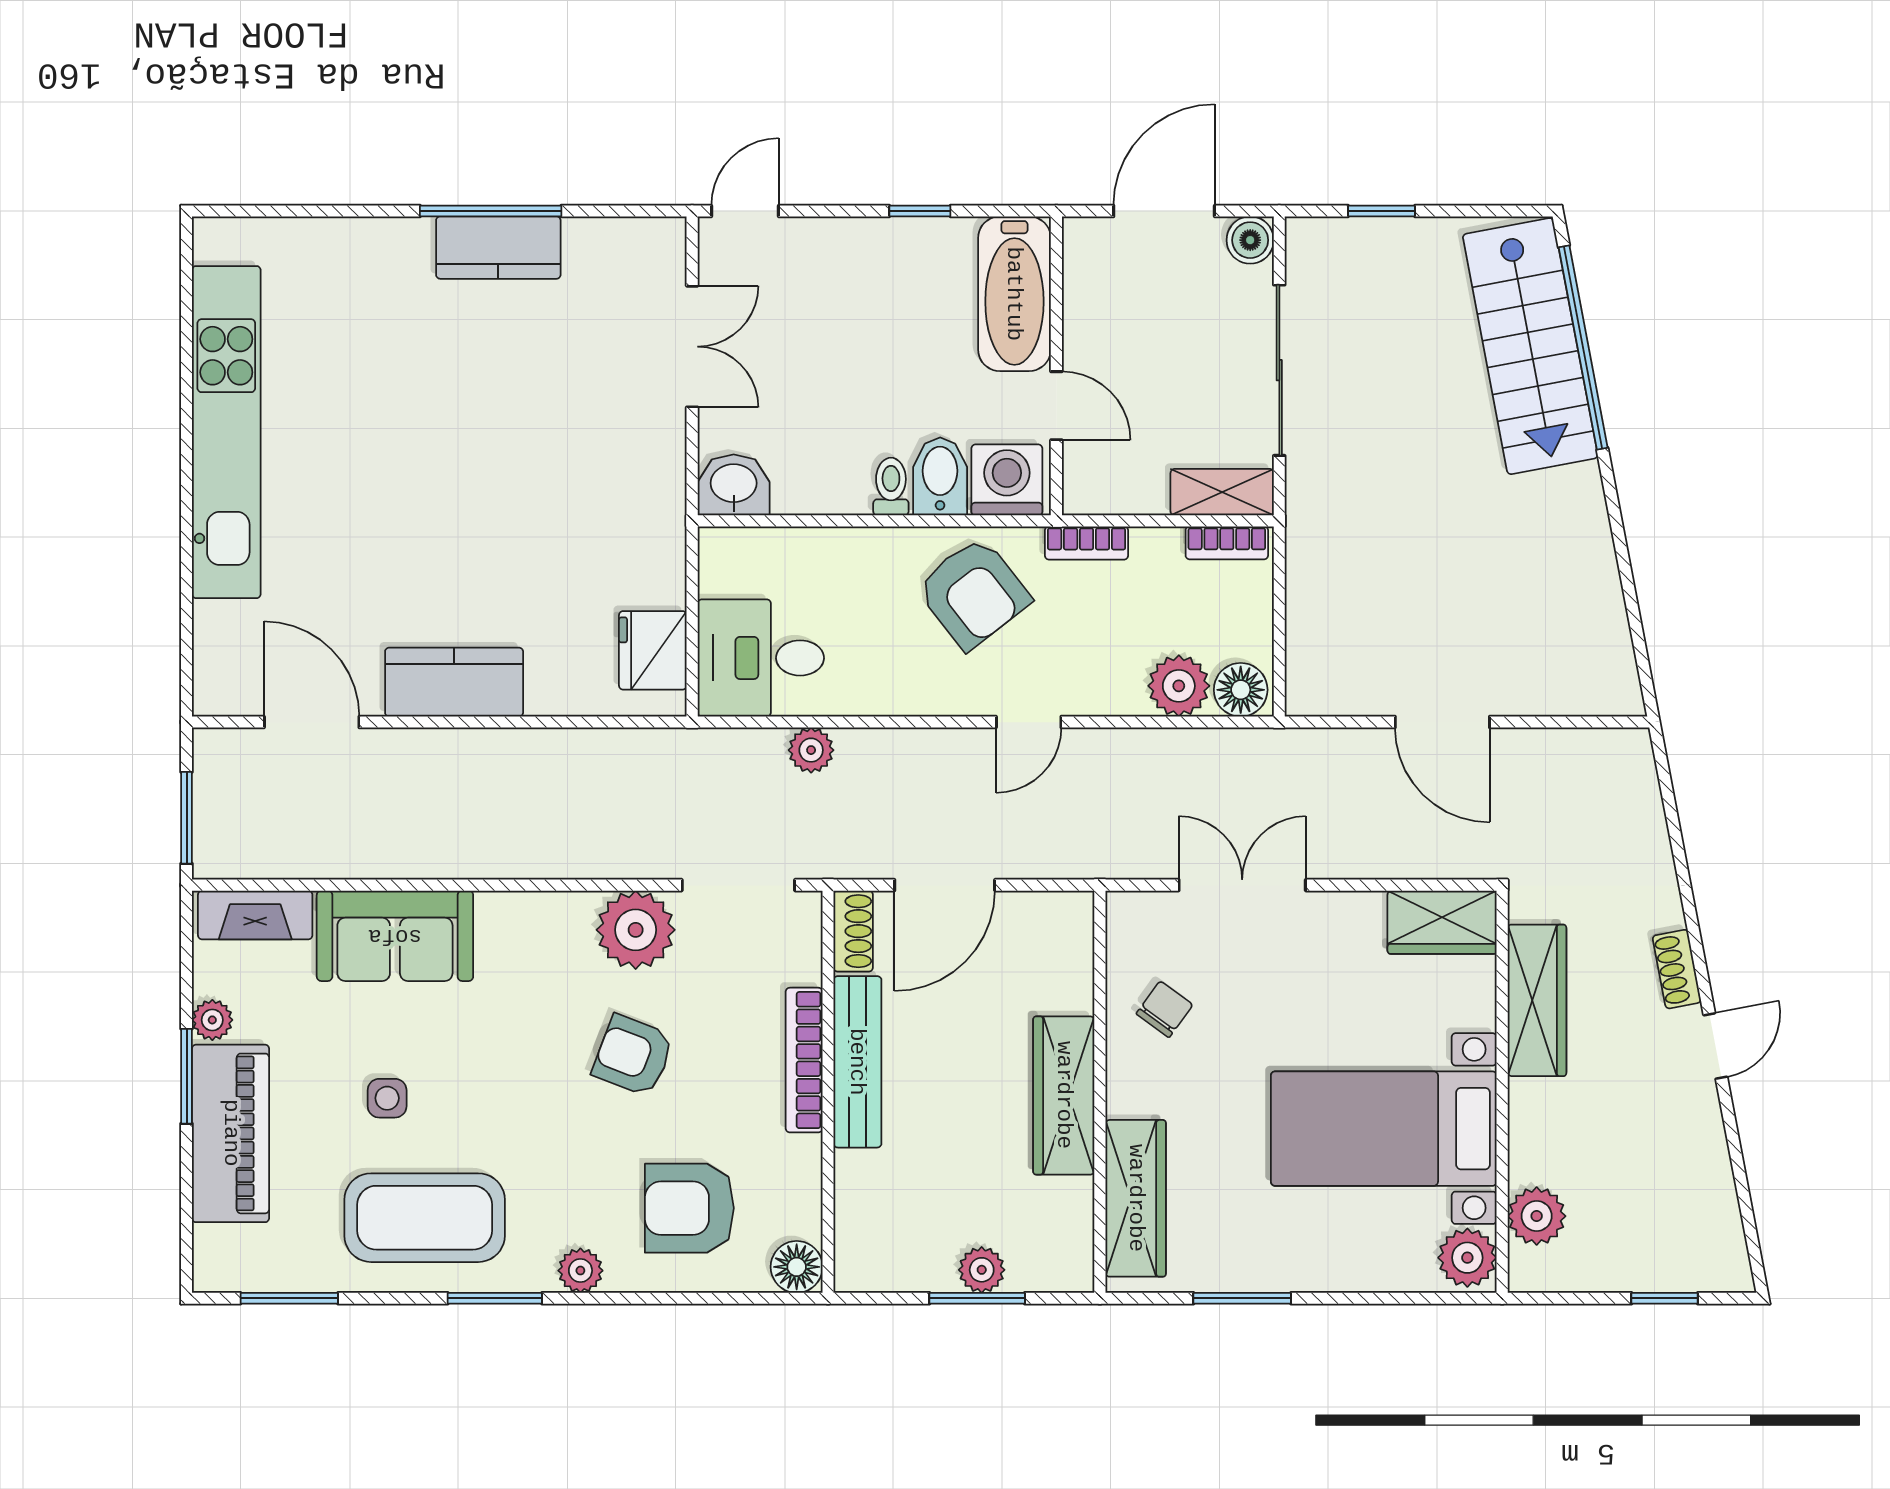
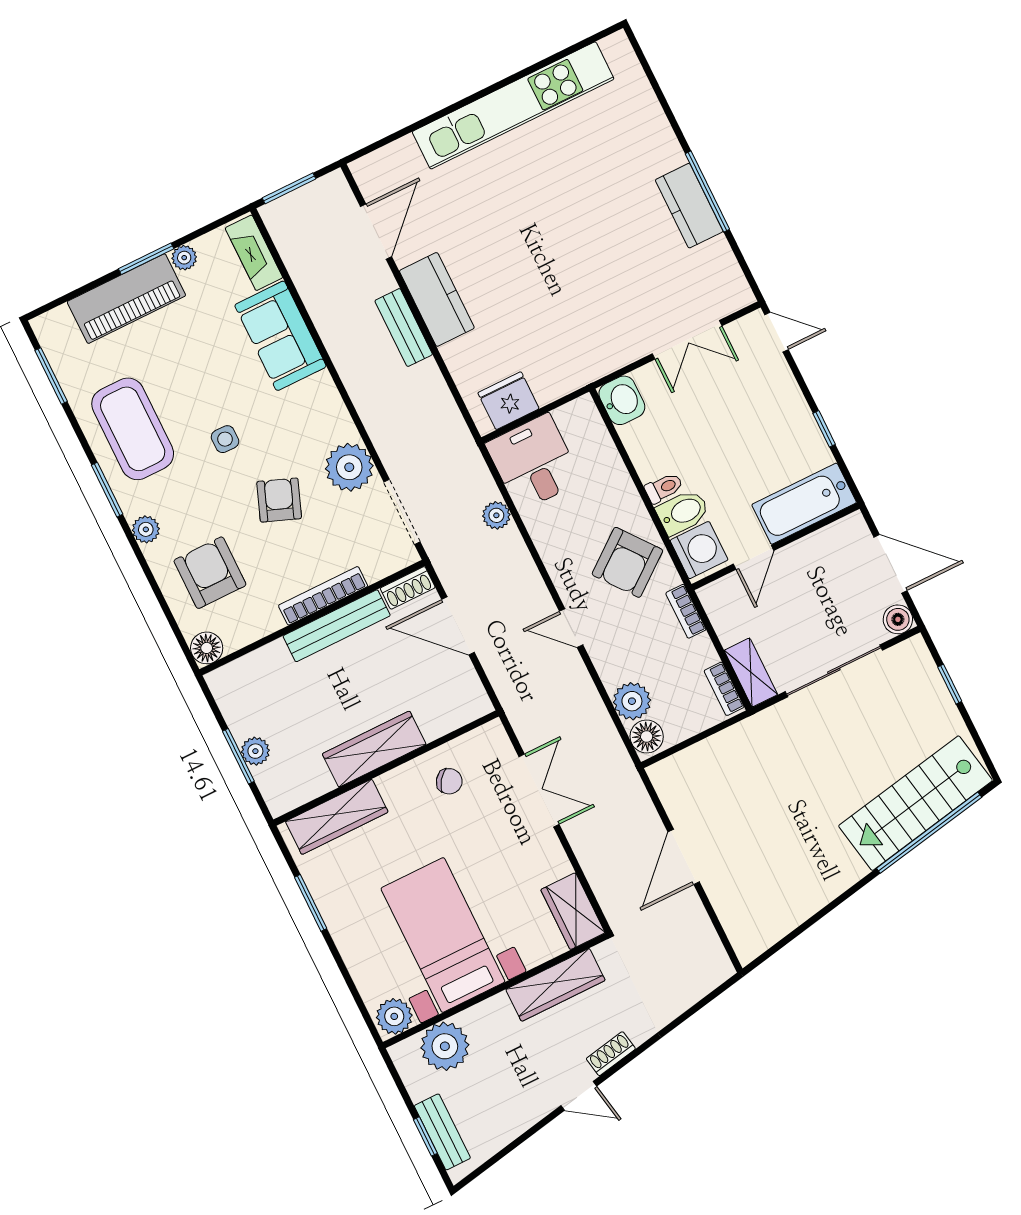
bench: (471, 750) -> (404, 328), added
side table: (387, 1098) -> (225, 439), moved
plant: (1537, 1216) -> (445, 1046), width x1.36, depth x1.36
bench: (1670, 1270) -> (442, 1132), added

